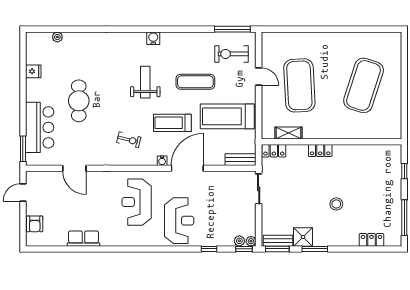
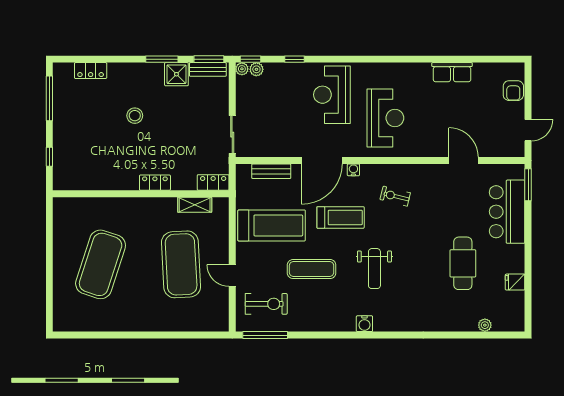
cafe table: (79, 101) -> (463, 263), moved
bench: (241, 160) -> (271, 171), moved
armchair: (35, 224) -> (513, 91), turned 180

